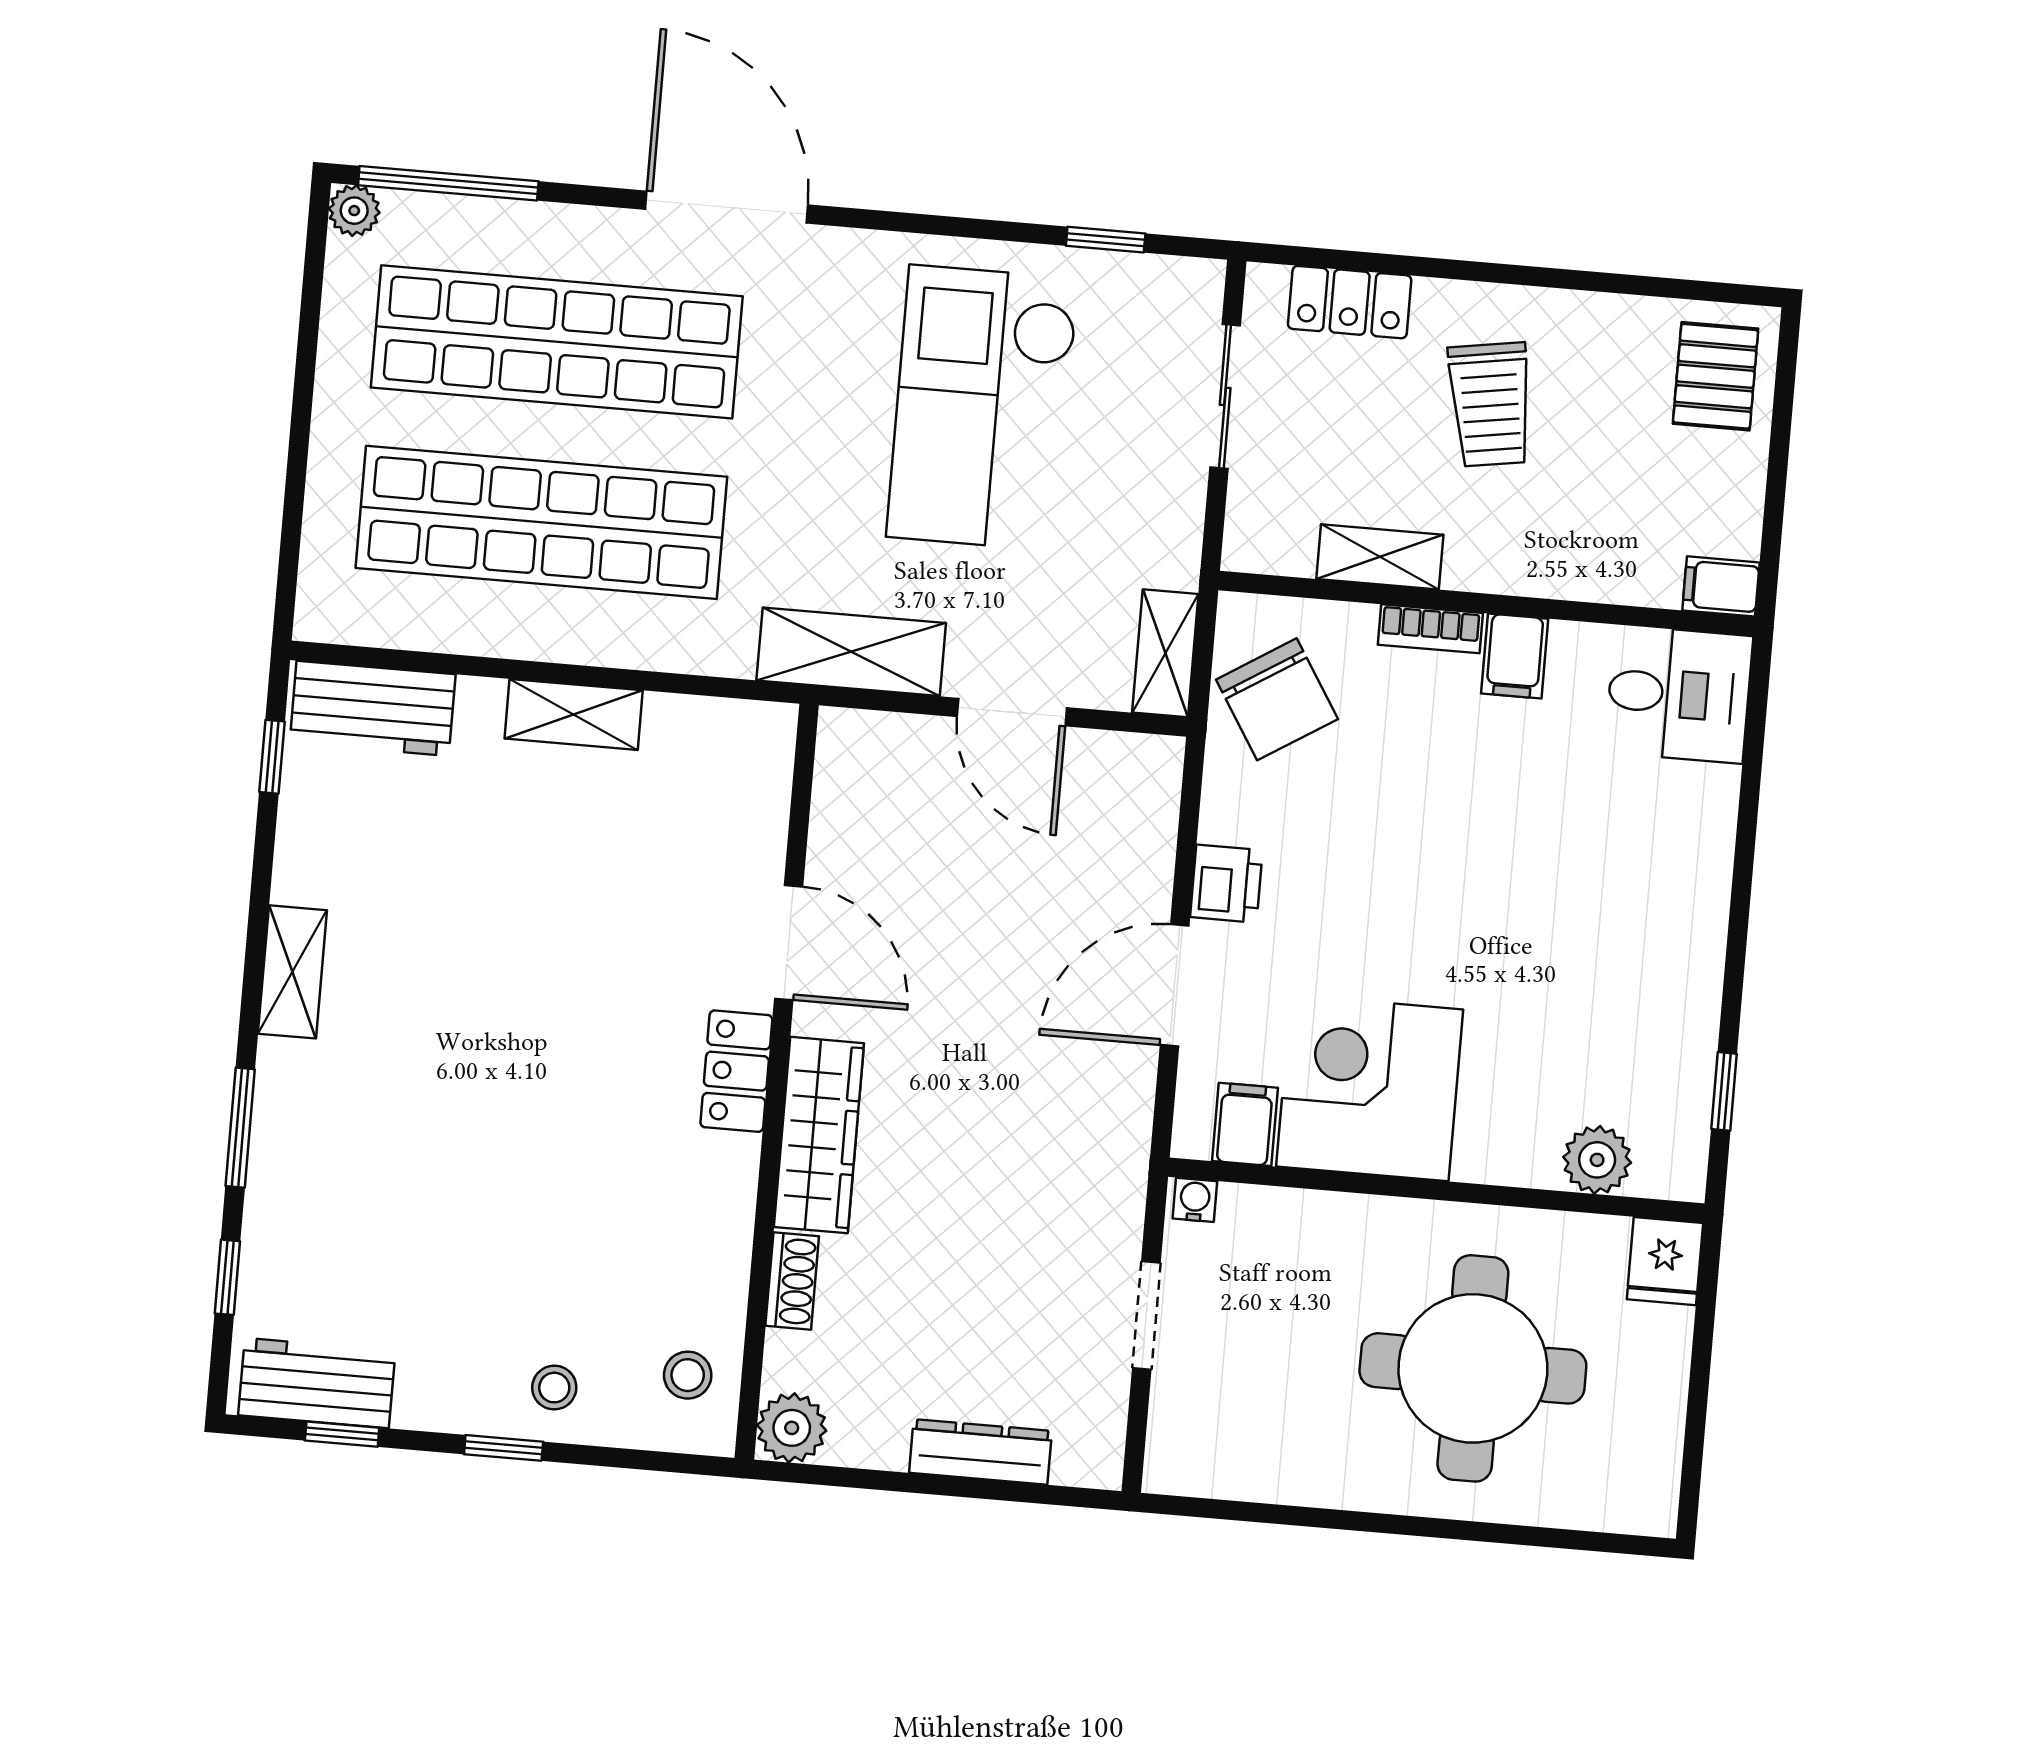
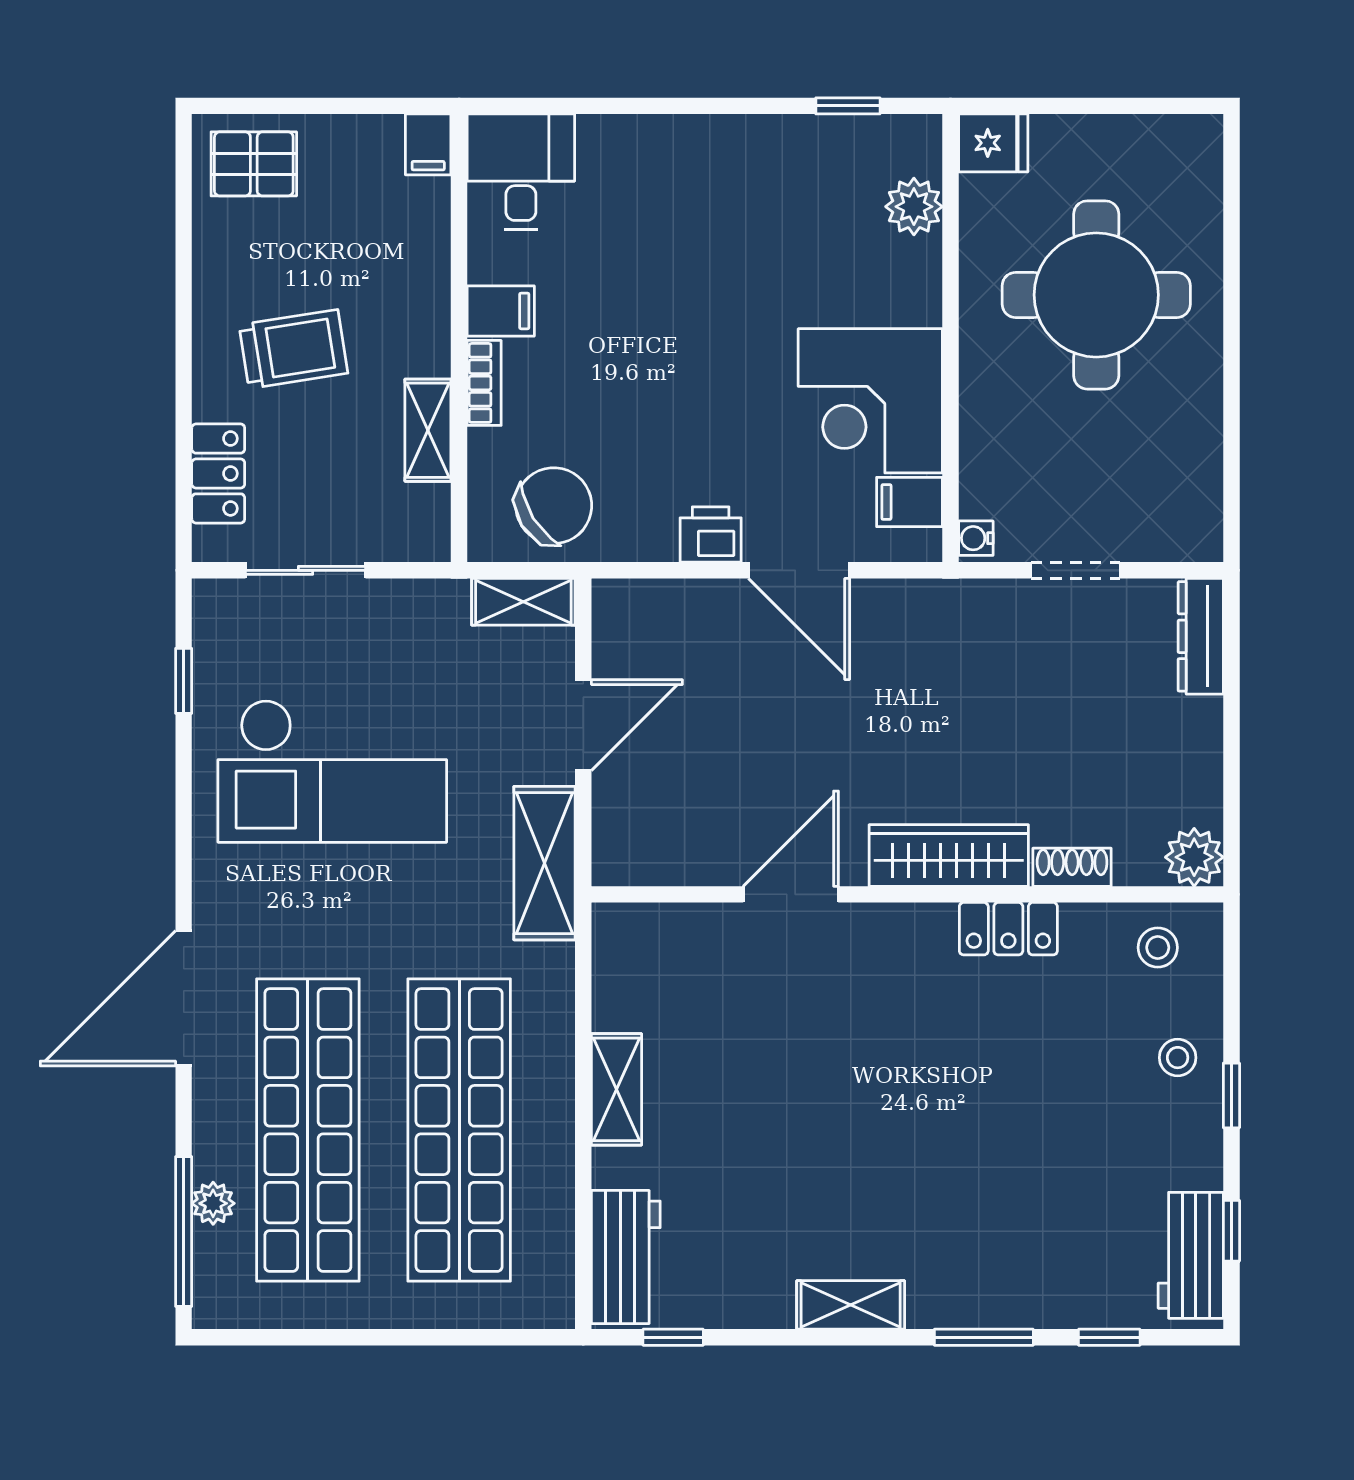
plant: (354, 211) -> (213, 1203), moved
locker: (736, 1071) -> (1008, 929), moved
dresser: (980, 1452) -> (1201, 636), moved

